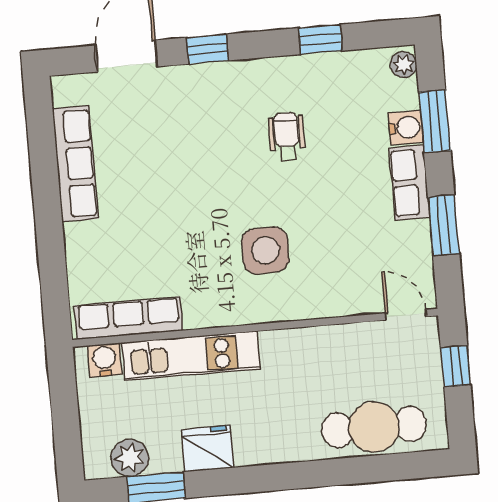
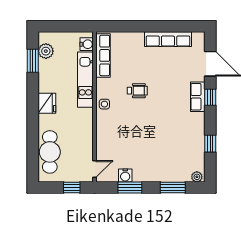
water cooler: (406, 128) -> (125, 175), moved
wheelchair: (287, 137) -> (137, 91), moved
row of seats: (409, 183) -> (198, 97), moved, turned -90
side table: (265, 250) -> (104, 104), moved, width x0.54, depth x0.54
fridge: (207, 448) -> (47, 103), moved

